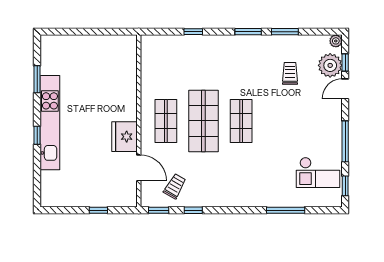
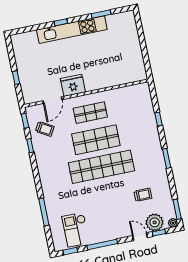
window: (285, 32) -> (177, 209), moved
shop shelf: (241, 121) -> (101, 167), width x2.00, depth x1.36

